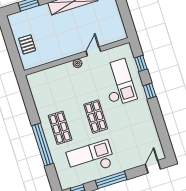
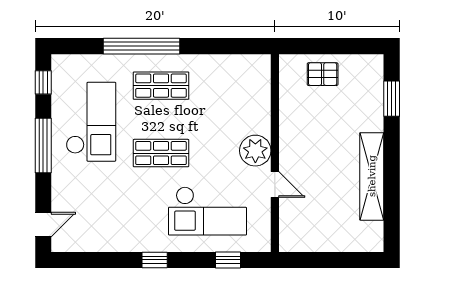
plant: (77, 63) -> (255, 151), width x1.87, depth x1.87
window: (150, 91) -> (155, 260), moved
door: (153, 167) -> (43, 225), hinge flipped

